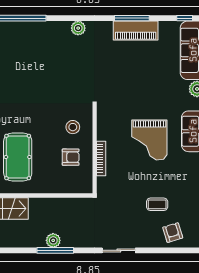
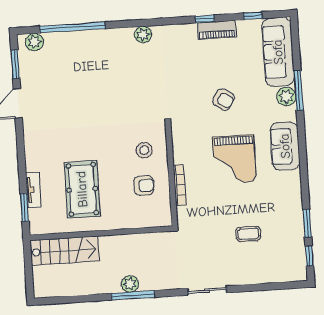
window: (132, 18) -> (205, 19), width x0.46
window: (185, 18) -> (253, 16), moved
piano: (136, 31) -> (217, 30), width x0.73, depth x0.75
armchair: (173, 233) -> (223, 99), moved, turned 141

